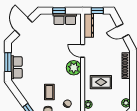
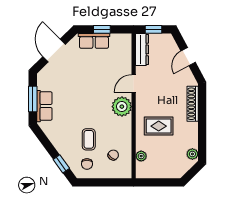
row of seats: (65, 19) -> (94, 41), moved
door: (123, 31) -> (188, 57), hinge flipped
door: (83, 51) -> (134, 84), hinge flipped

